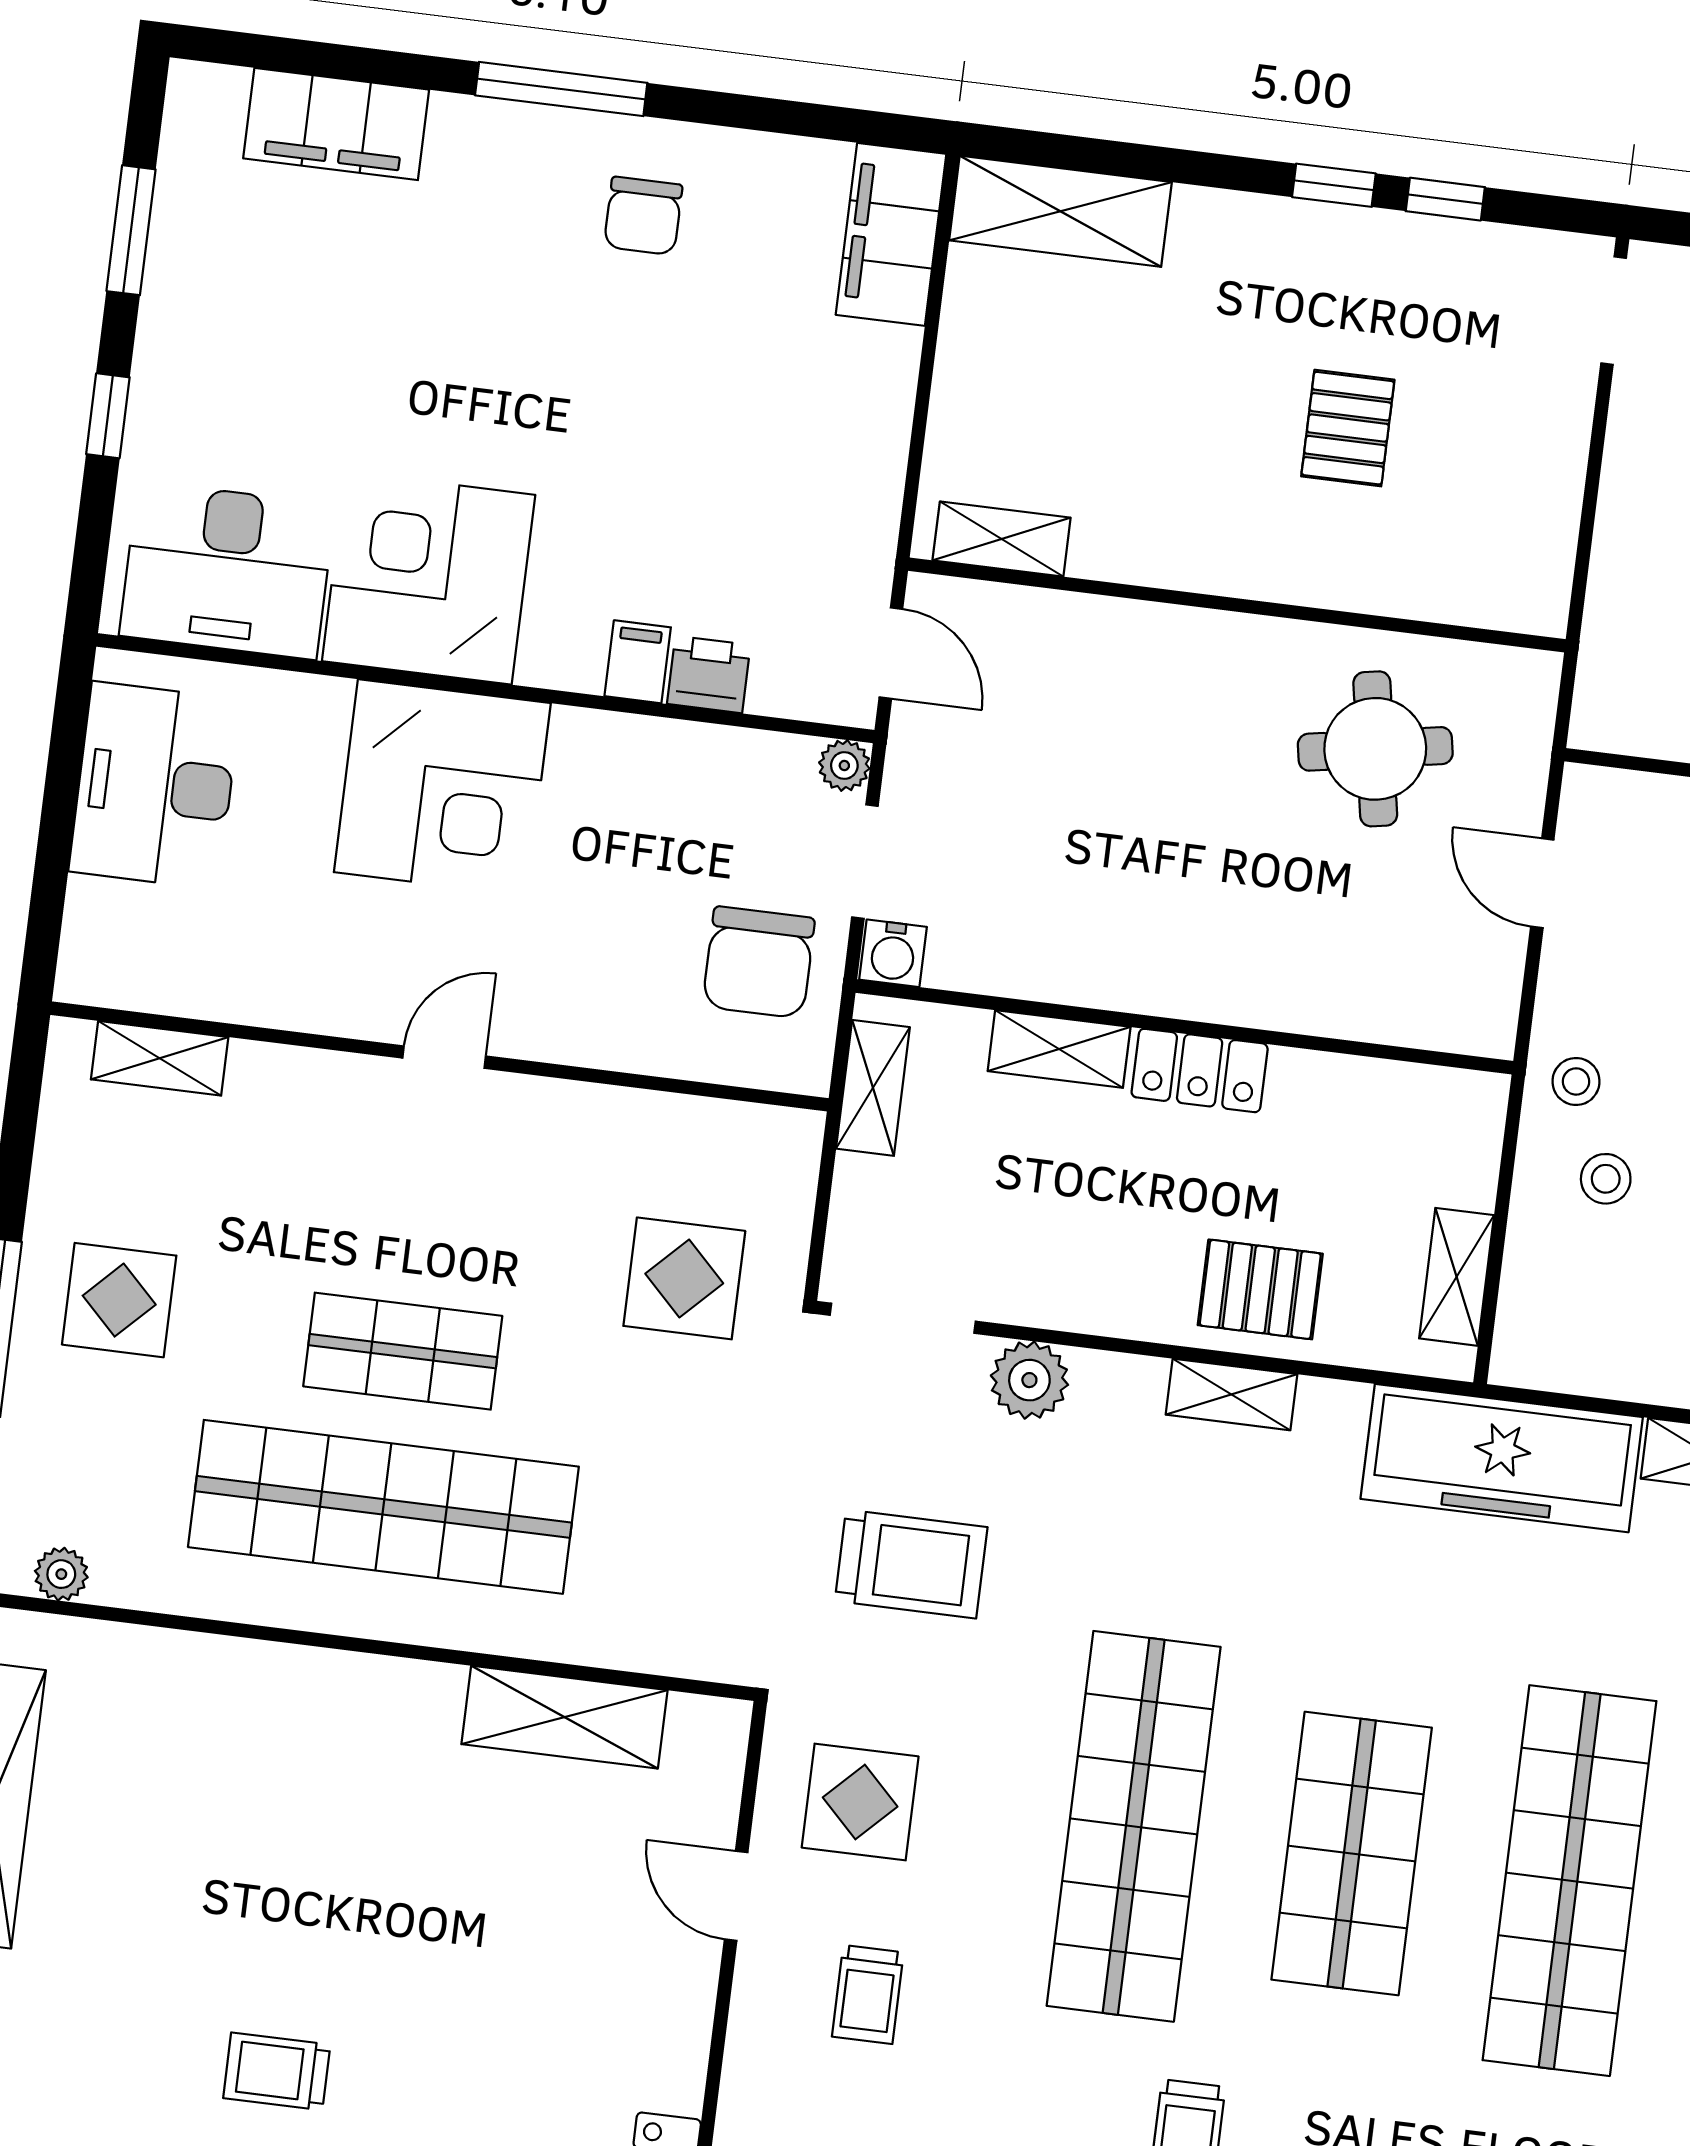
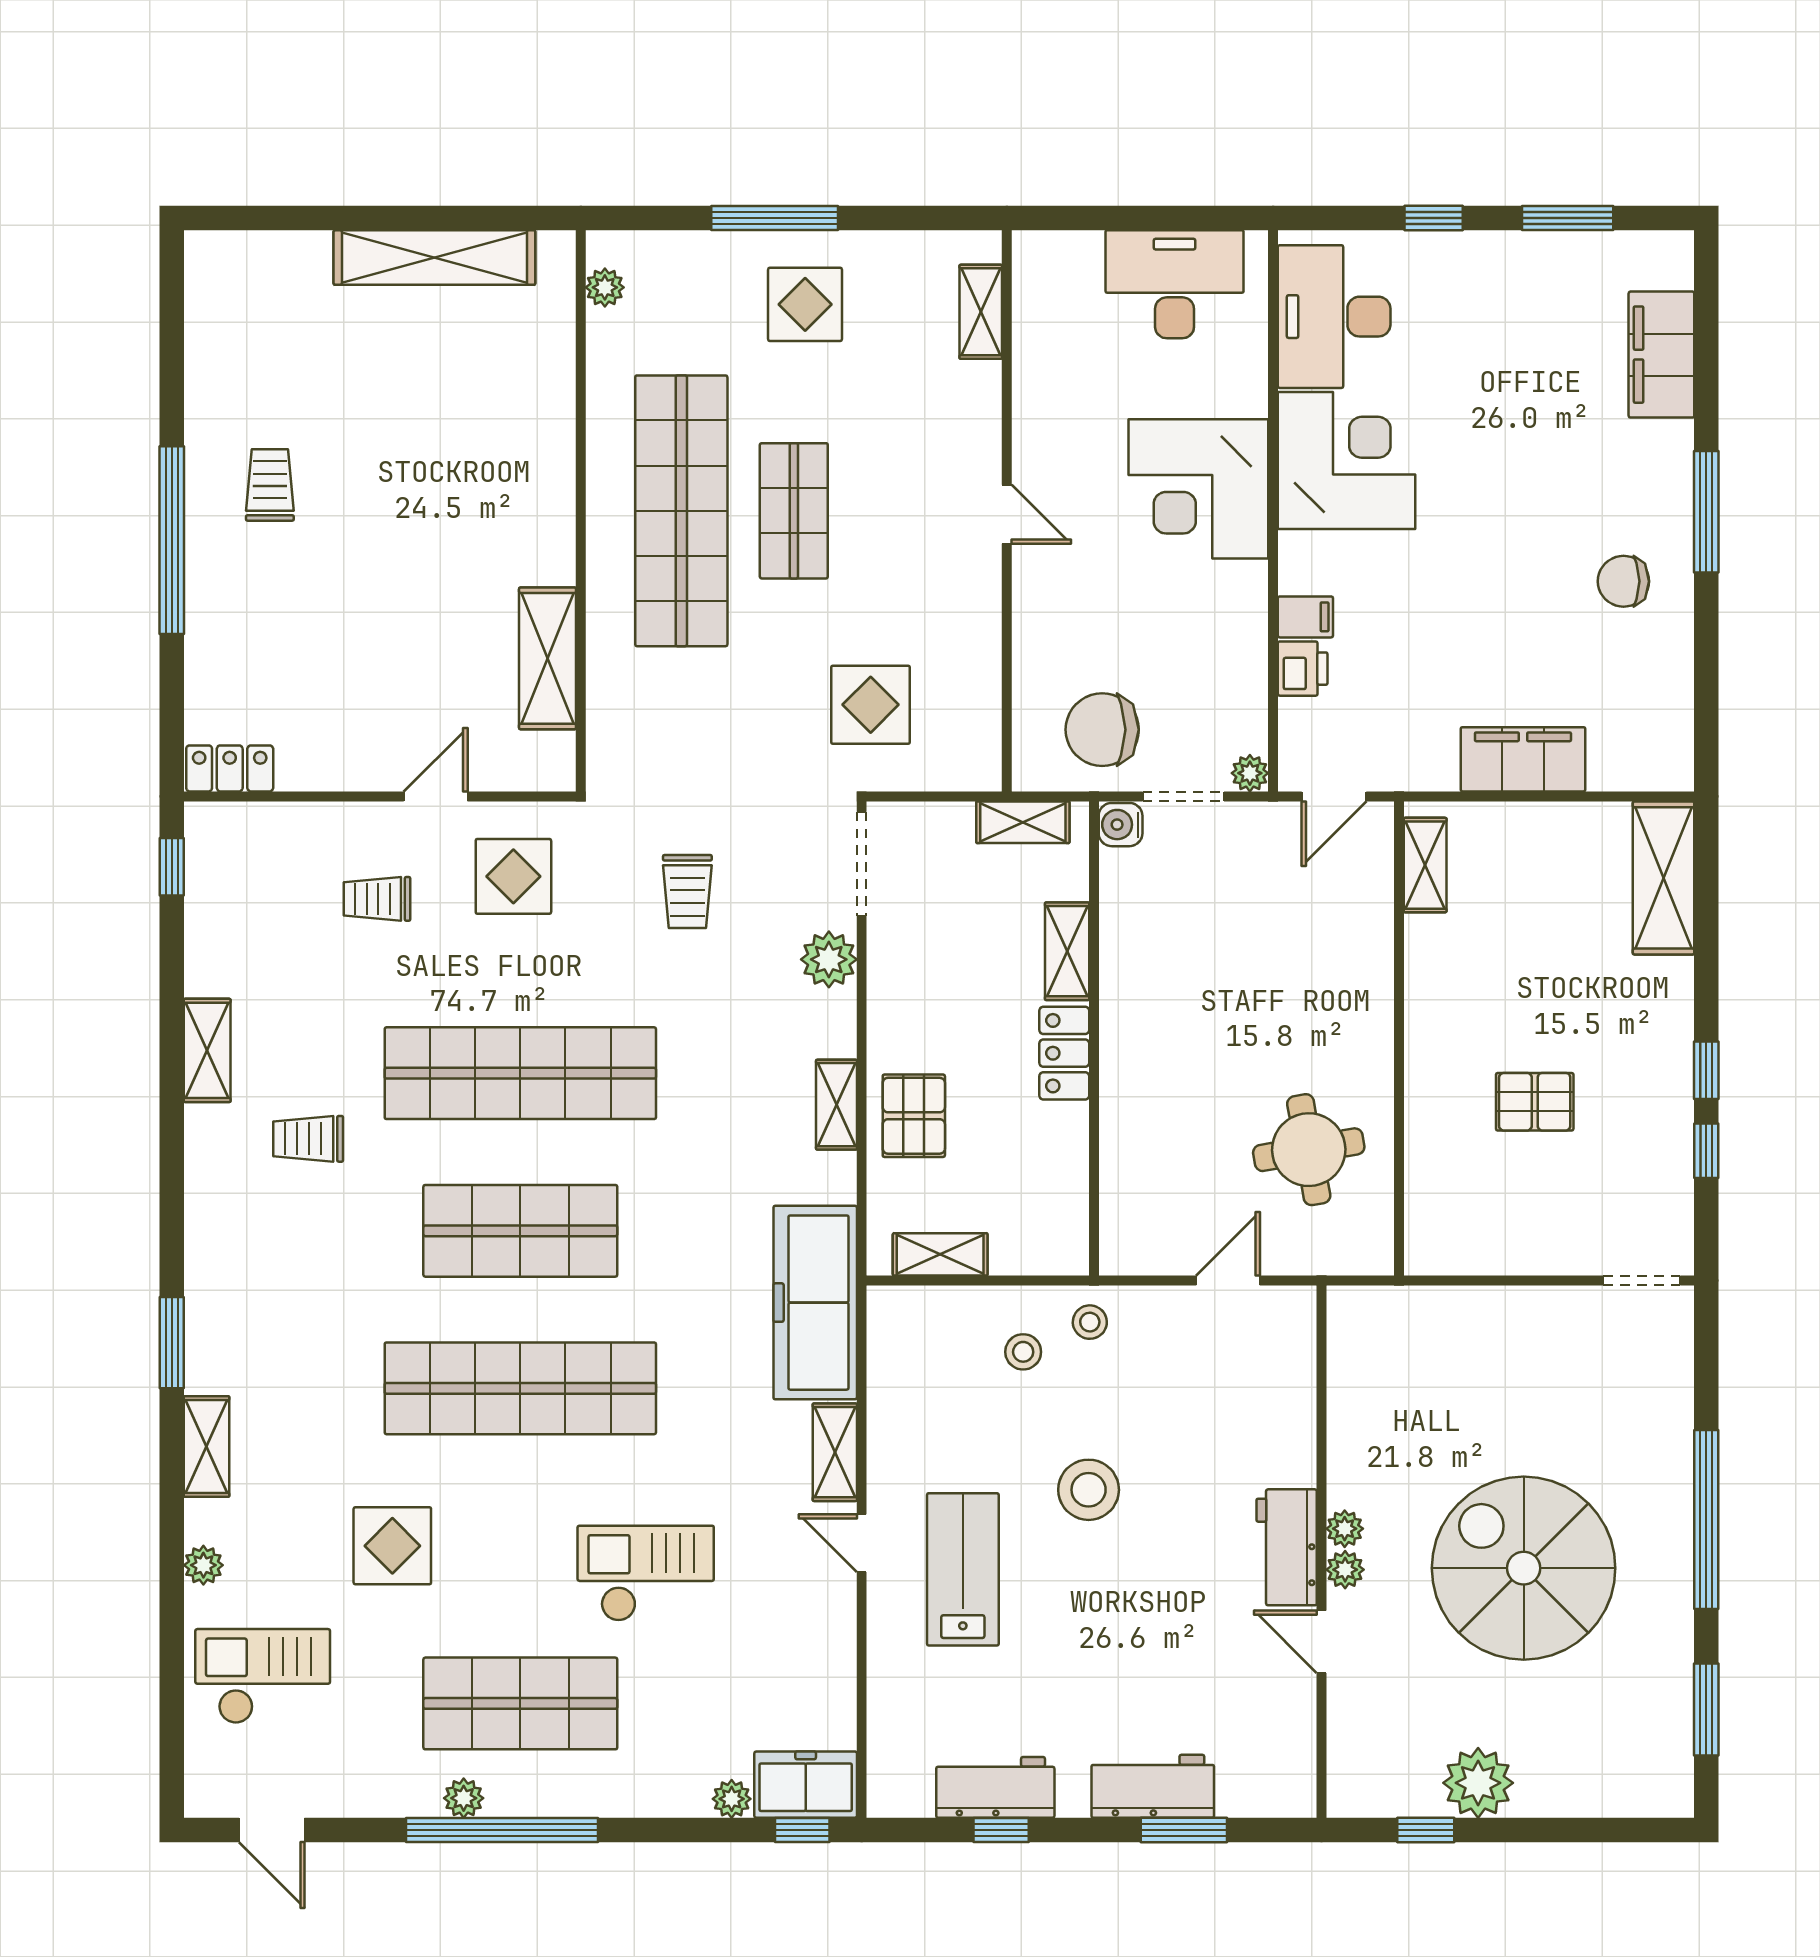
filing cabinet: (891, 234) -> (1523, 759), moved
trolley: (911, 1564) -> (687, 892), width x0.73, depth x0.72

